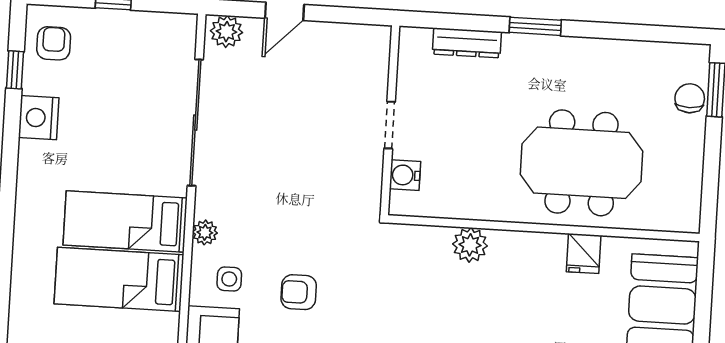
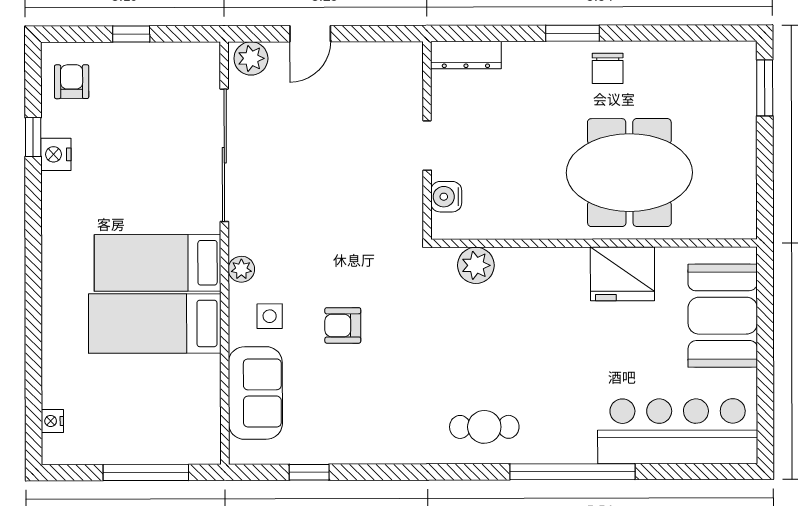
dresser: (467, 43) -> (466, 55), moved
window: (15, 70) -> (33, 137), moved
chair: (690, 98) -> (608, 68), moved, turned 180
nightstand: (39, 118) -> (56, 154), width x0.74, depth x0.75
plant: (470, 245) -> (476, 265), moved
fridge: (584, 253) -> (622, 274), width x1.88, depth x1.34

